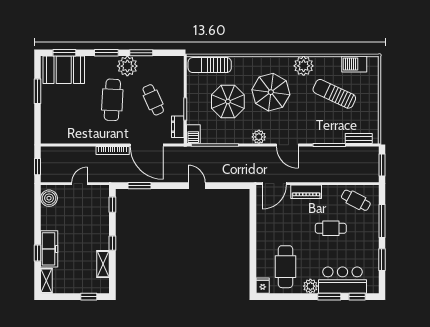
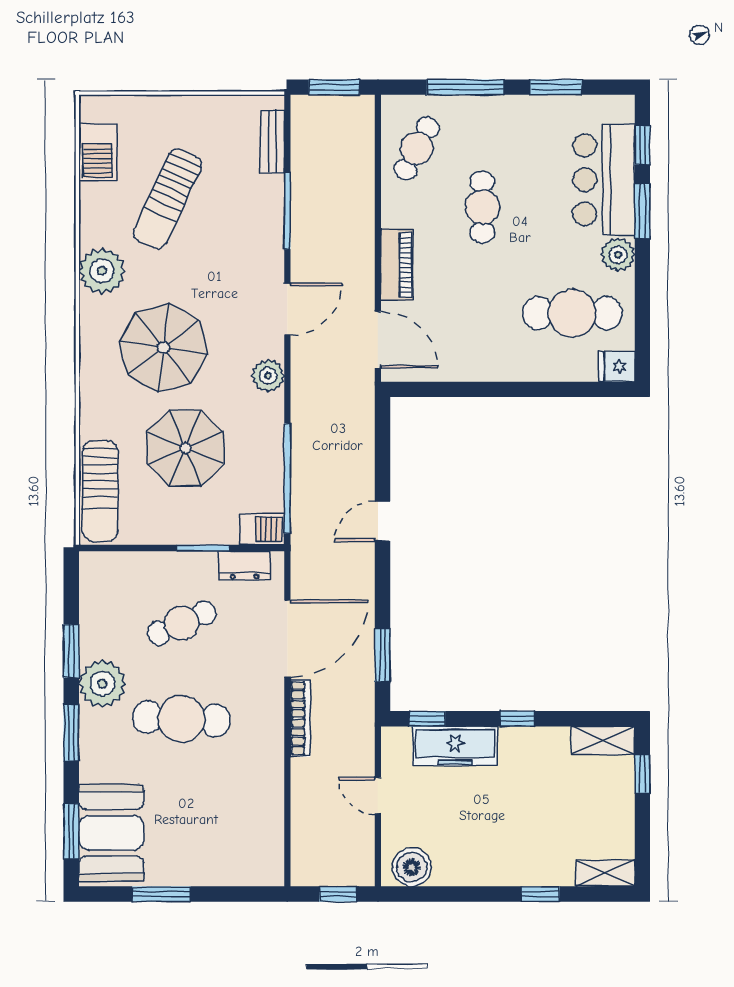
freezer: (49, 249) -> (455, 746), moved, turned 180
shelving: (103, 264) -> (603, 741), moved

